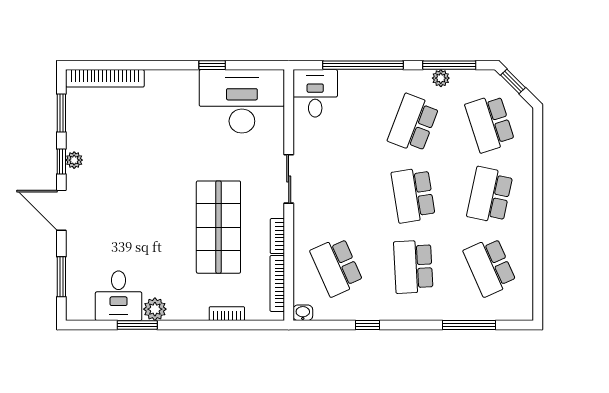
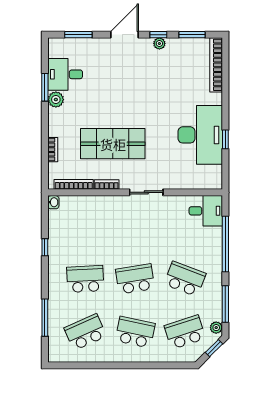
plant: (441, 78) -> (216, 328), moved
desk: (242, 101) -> (200, 135), moved
school desk: (337, 267) -> (85, 226), removed

